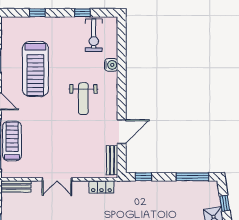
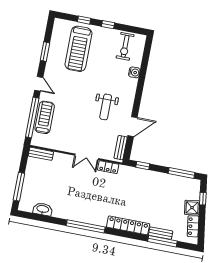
window: (82, 13) -> (108, 25), moved
treadmill: (35, 69) -> (79, 49), moved
weight bench: (83, 99) -> (106, 107), moved
double door: (57, 179) -> (87, 157), moved

